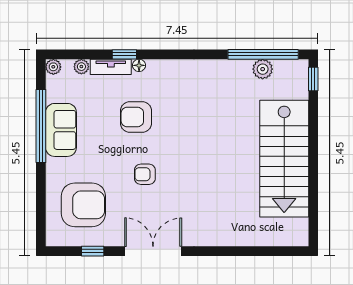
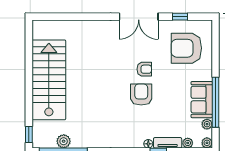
plant: (53, 94) -> (207, 124), added
armchair: (136, 117) -> (141, 95), moved, turned -90

